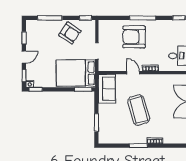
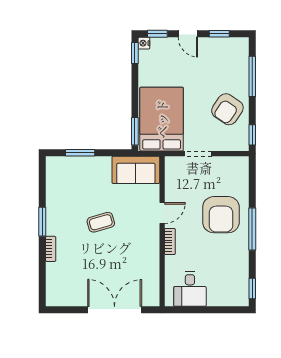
armchair: (134, 37) -> (221, 215), turned 180
coffee table: (139, 110) -> (101, 222), width x0.54, depth x0.58

